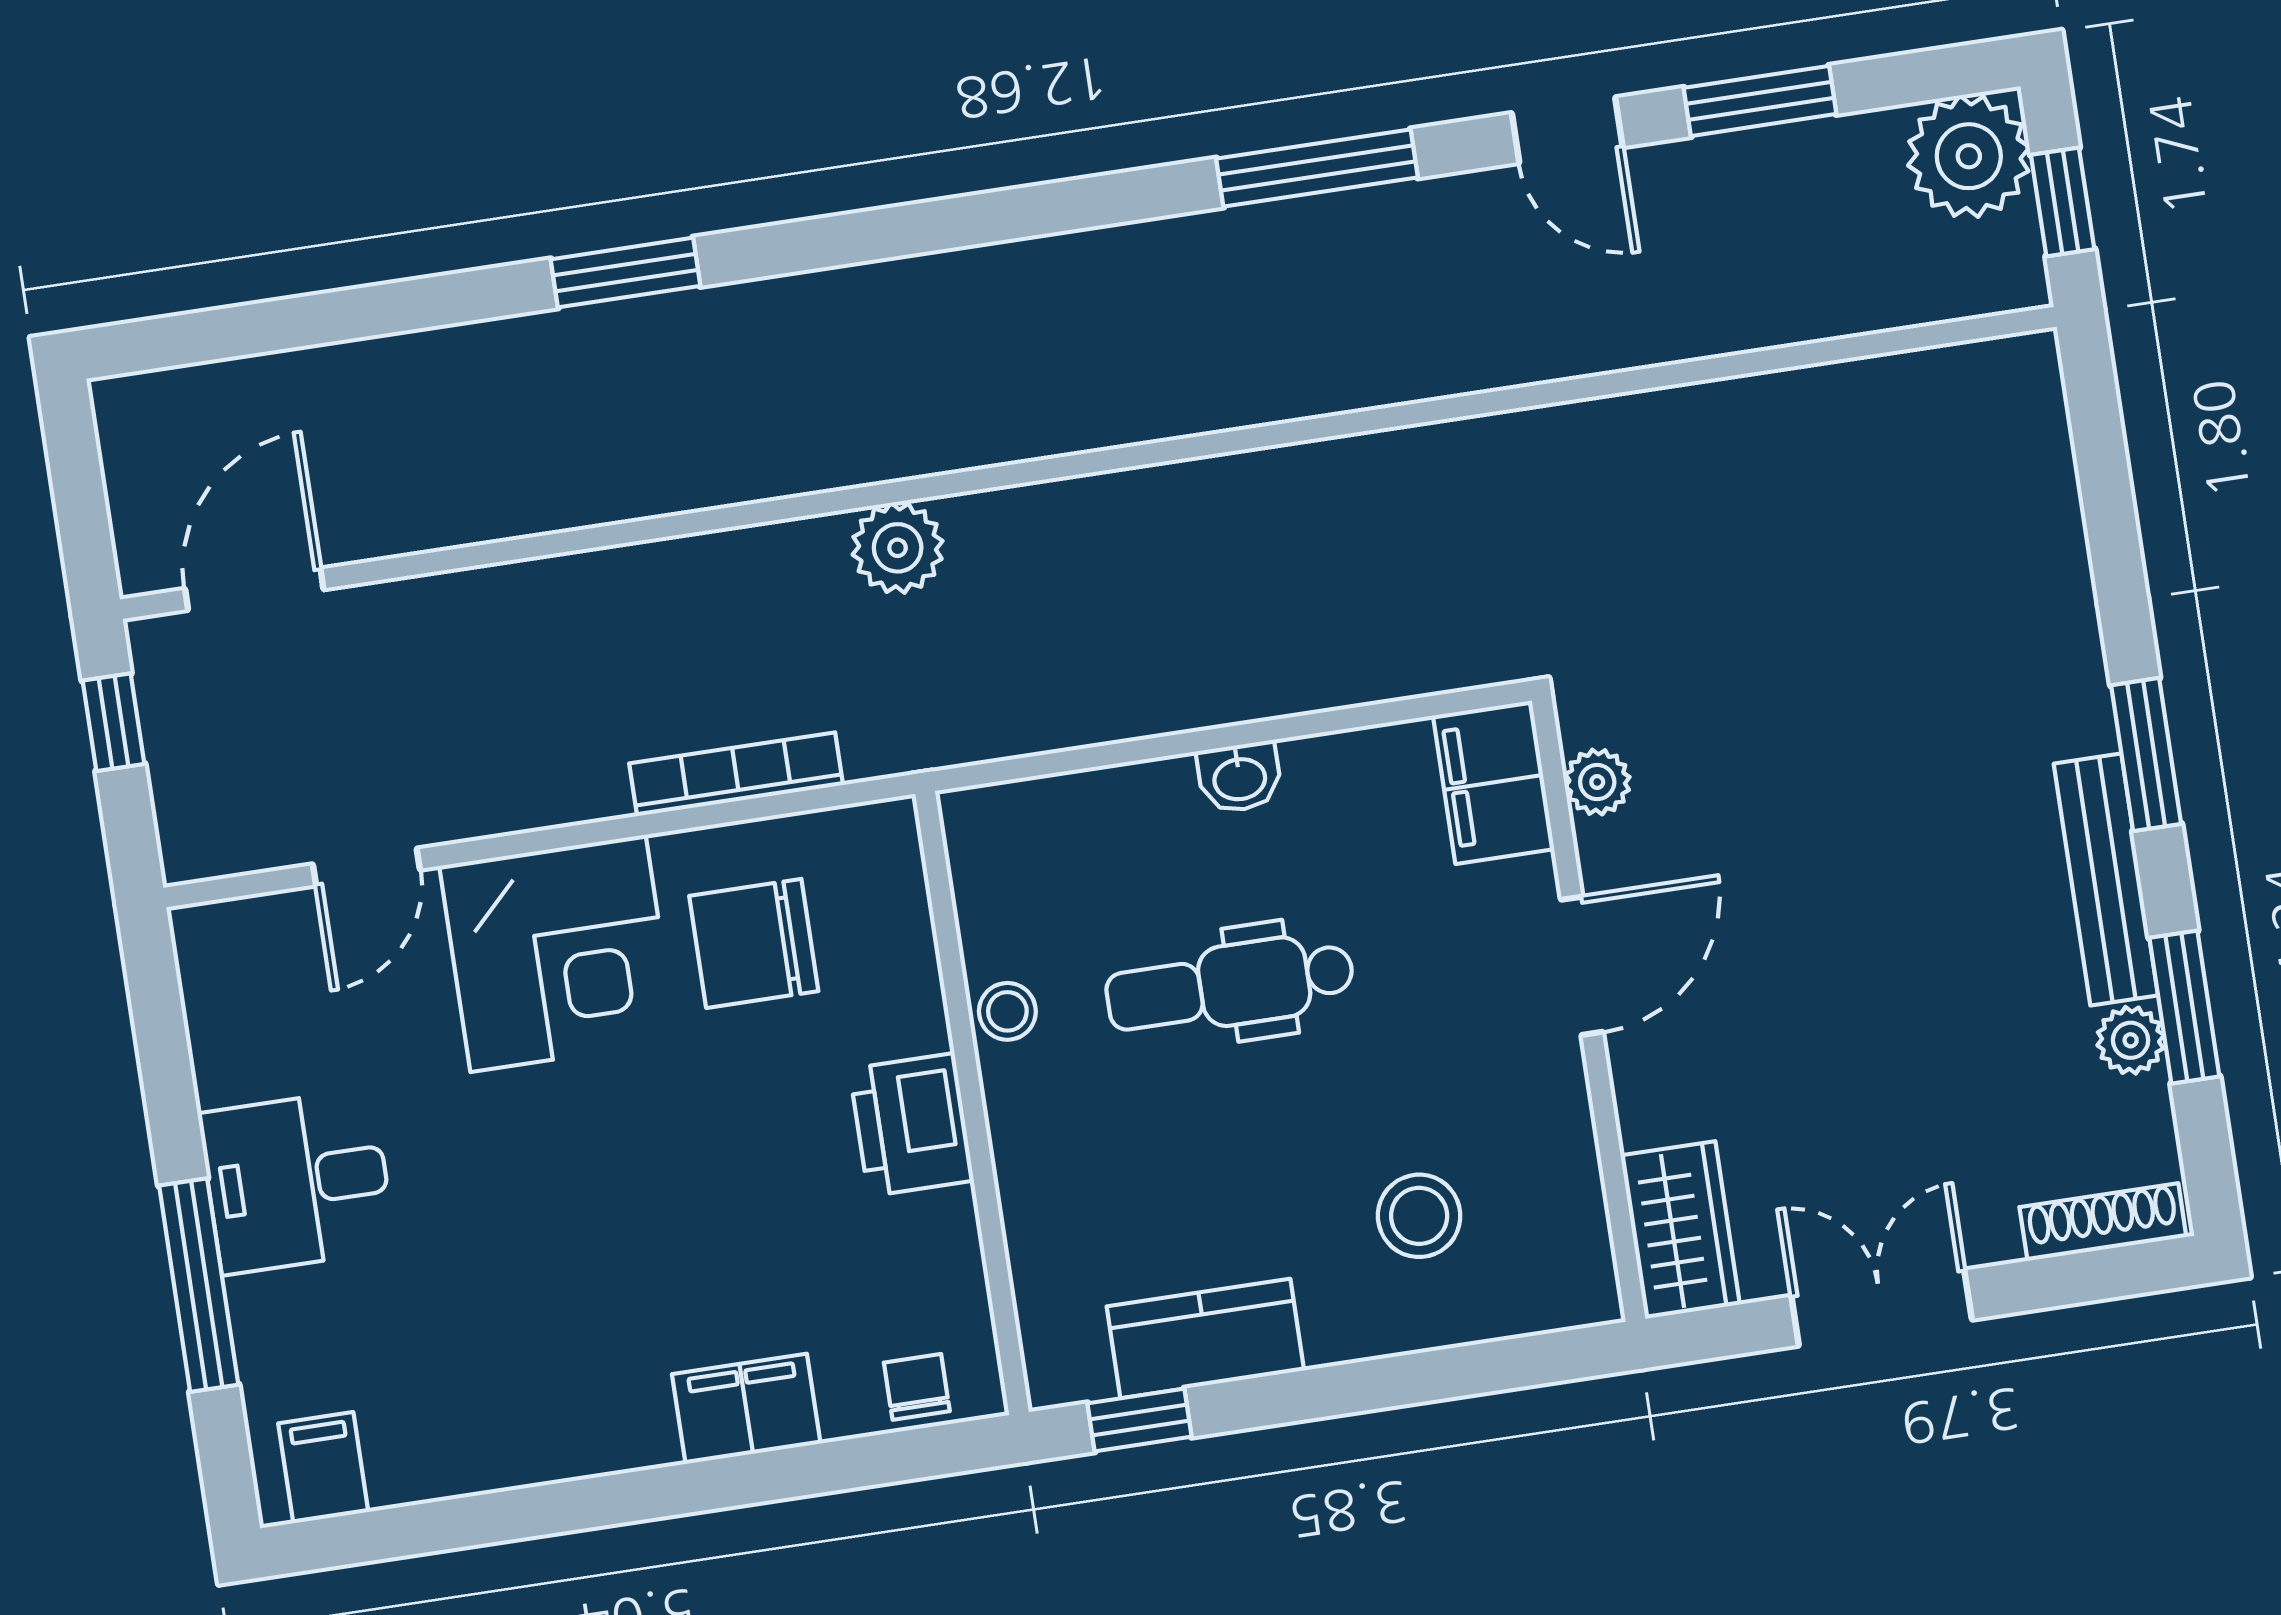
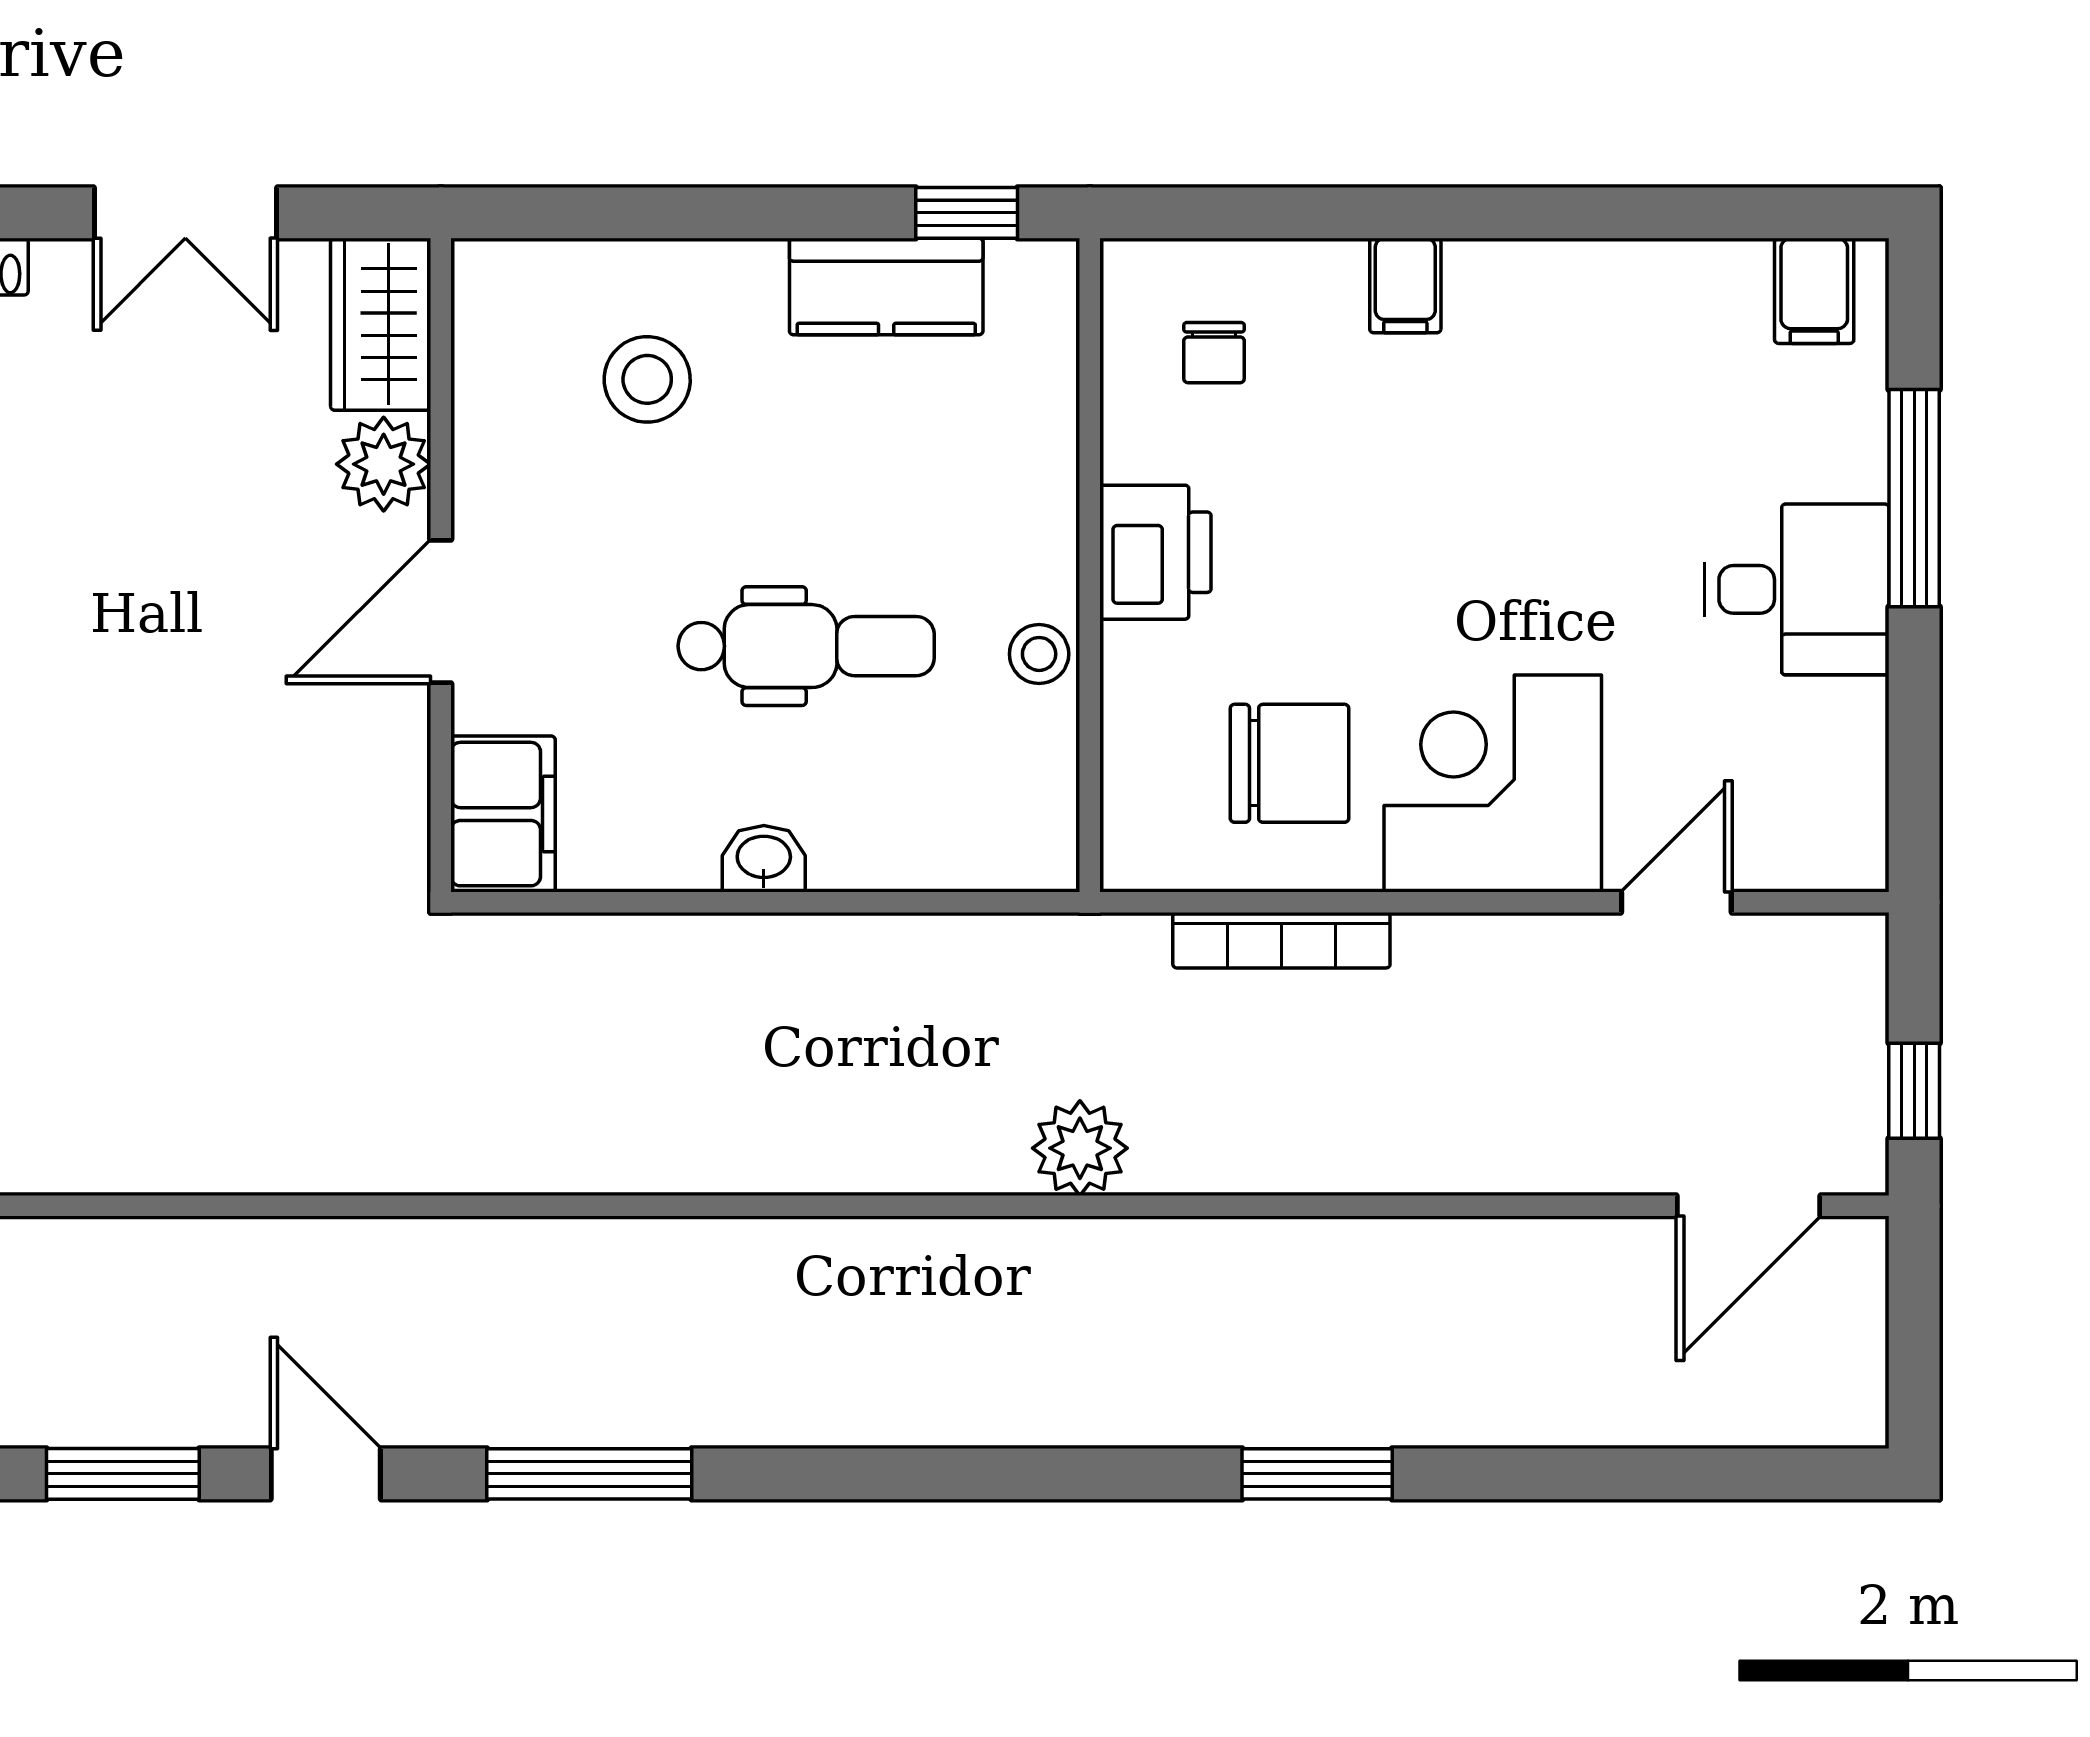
plant: (1597, 782) -> (384, 464), moved, width x1.38, depth x1.38
chair: (917, 1387) -> (1214, 353), moved
filing cabinet: (746, 1409) -> (1405, 286), width x0.50

